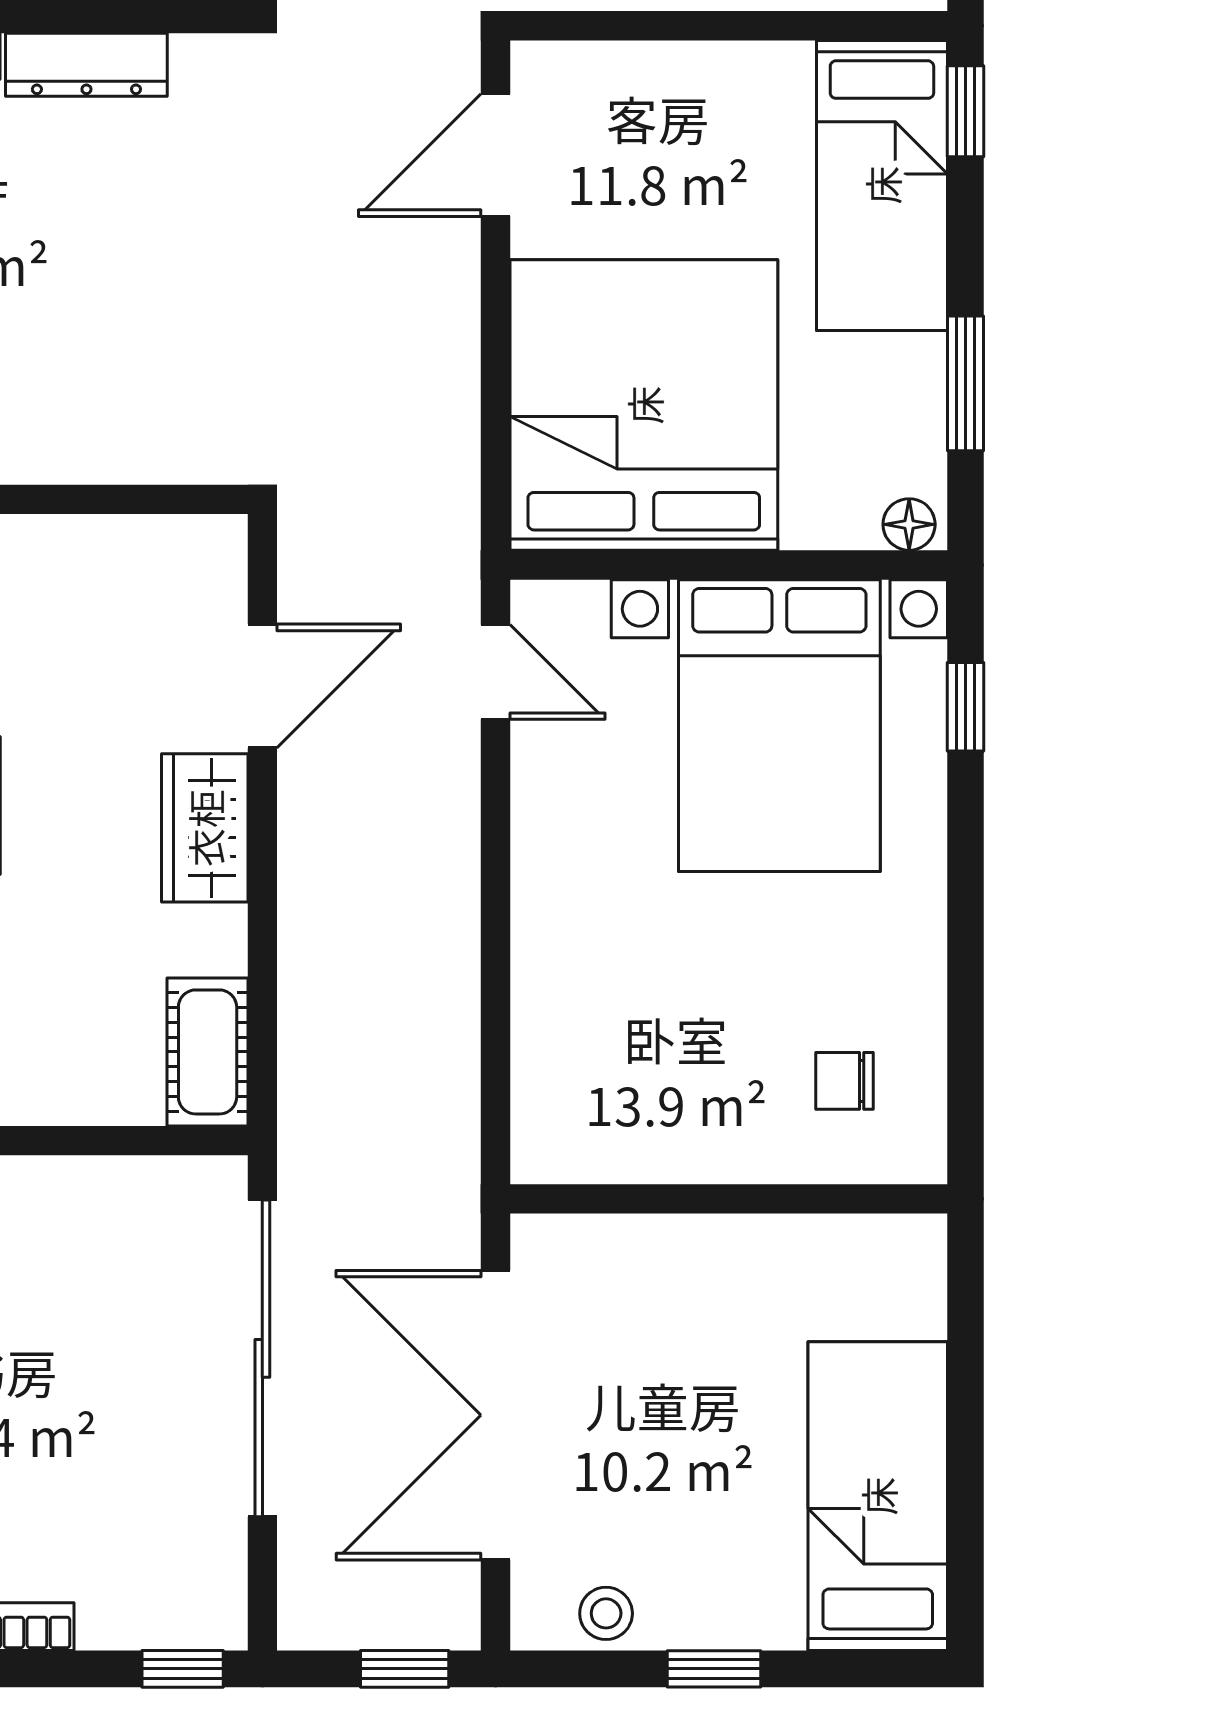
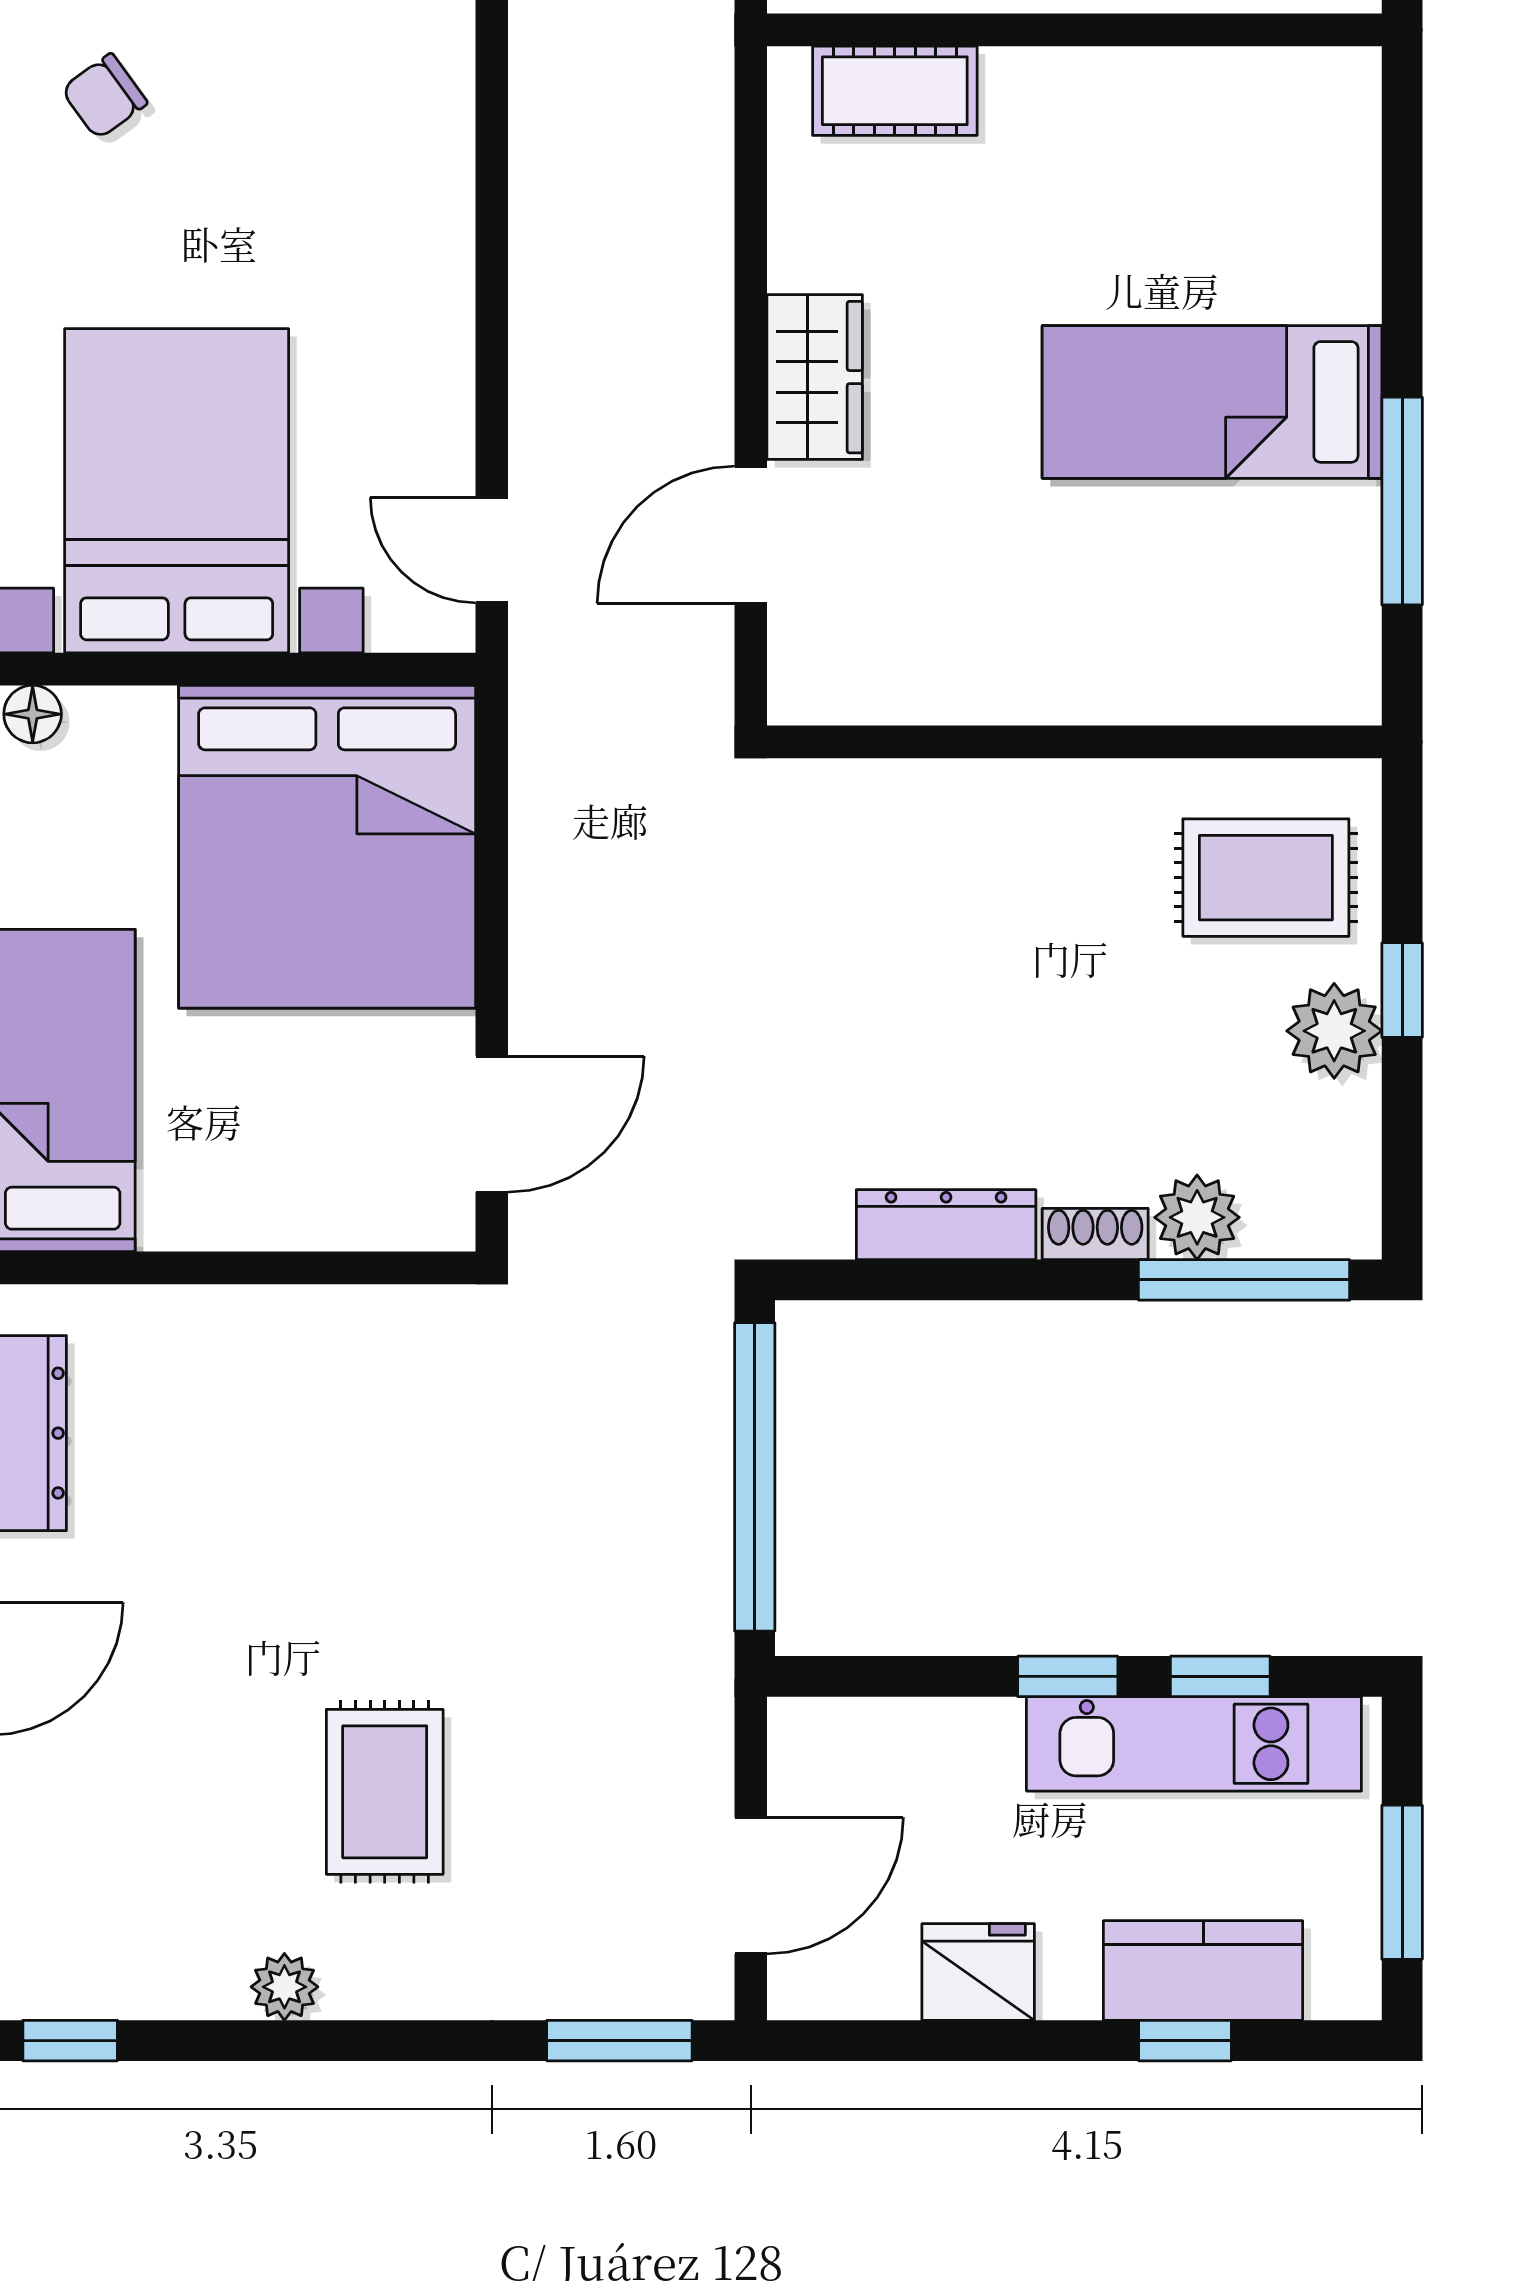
cot: (208, 1052) -> (895, 91), moved, turned 90
chair: (844, 1081) -> (104, 96), turned 144

